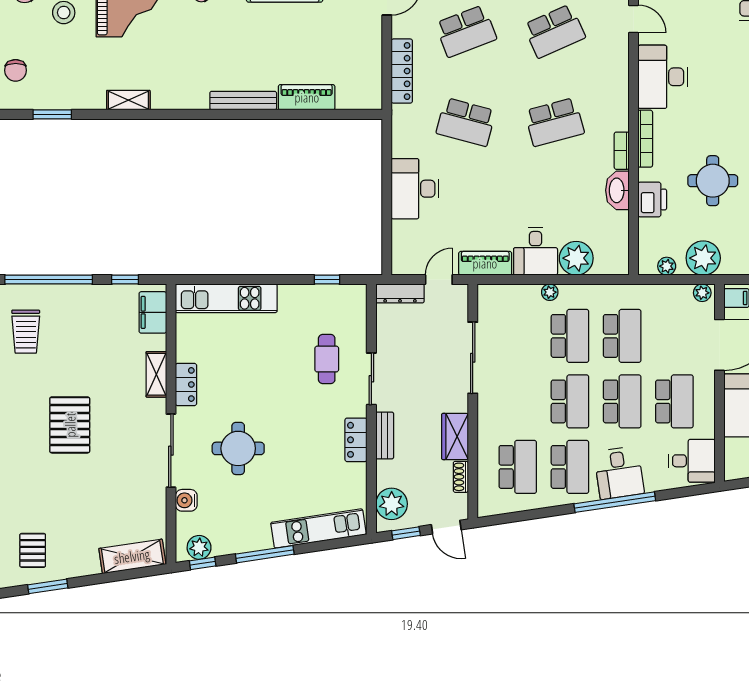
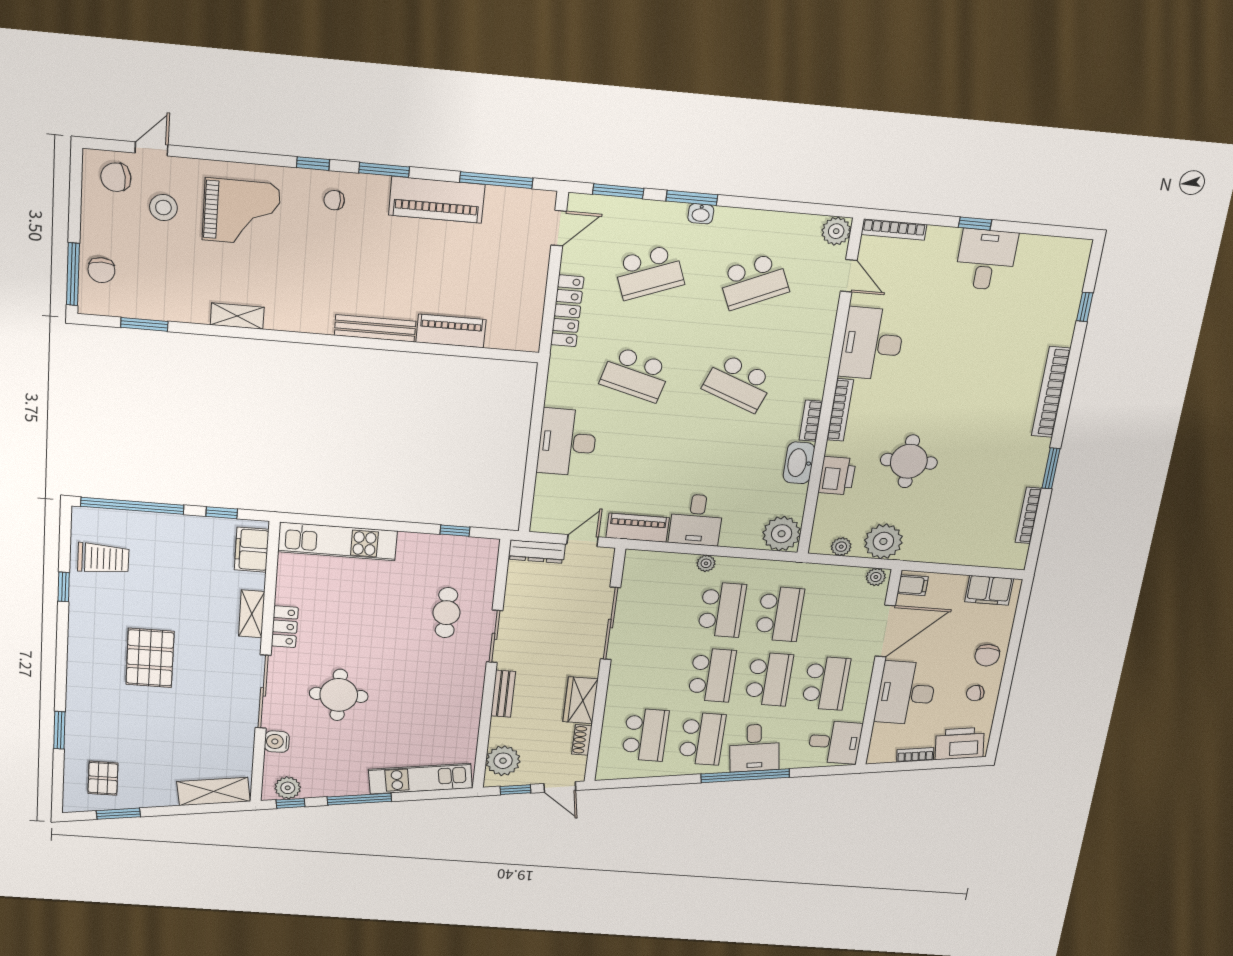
school desk: (554, 122) -> (738, 383), turned 36
plant: (576, 258) -> (782, 534), moved
trolley: (26, 332) -> (103, 558), turned -90
locker: (356, 440) -> (471, 696), removed

